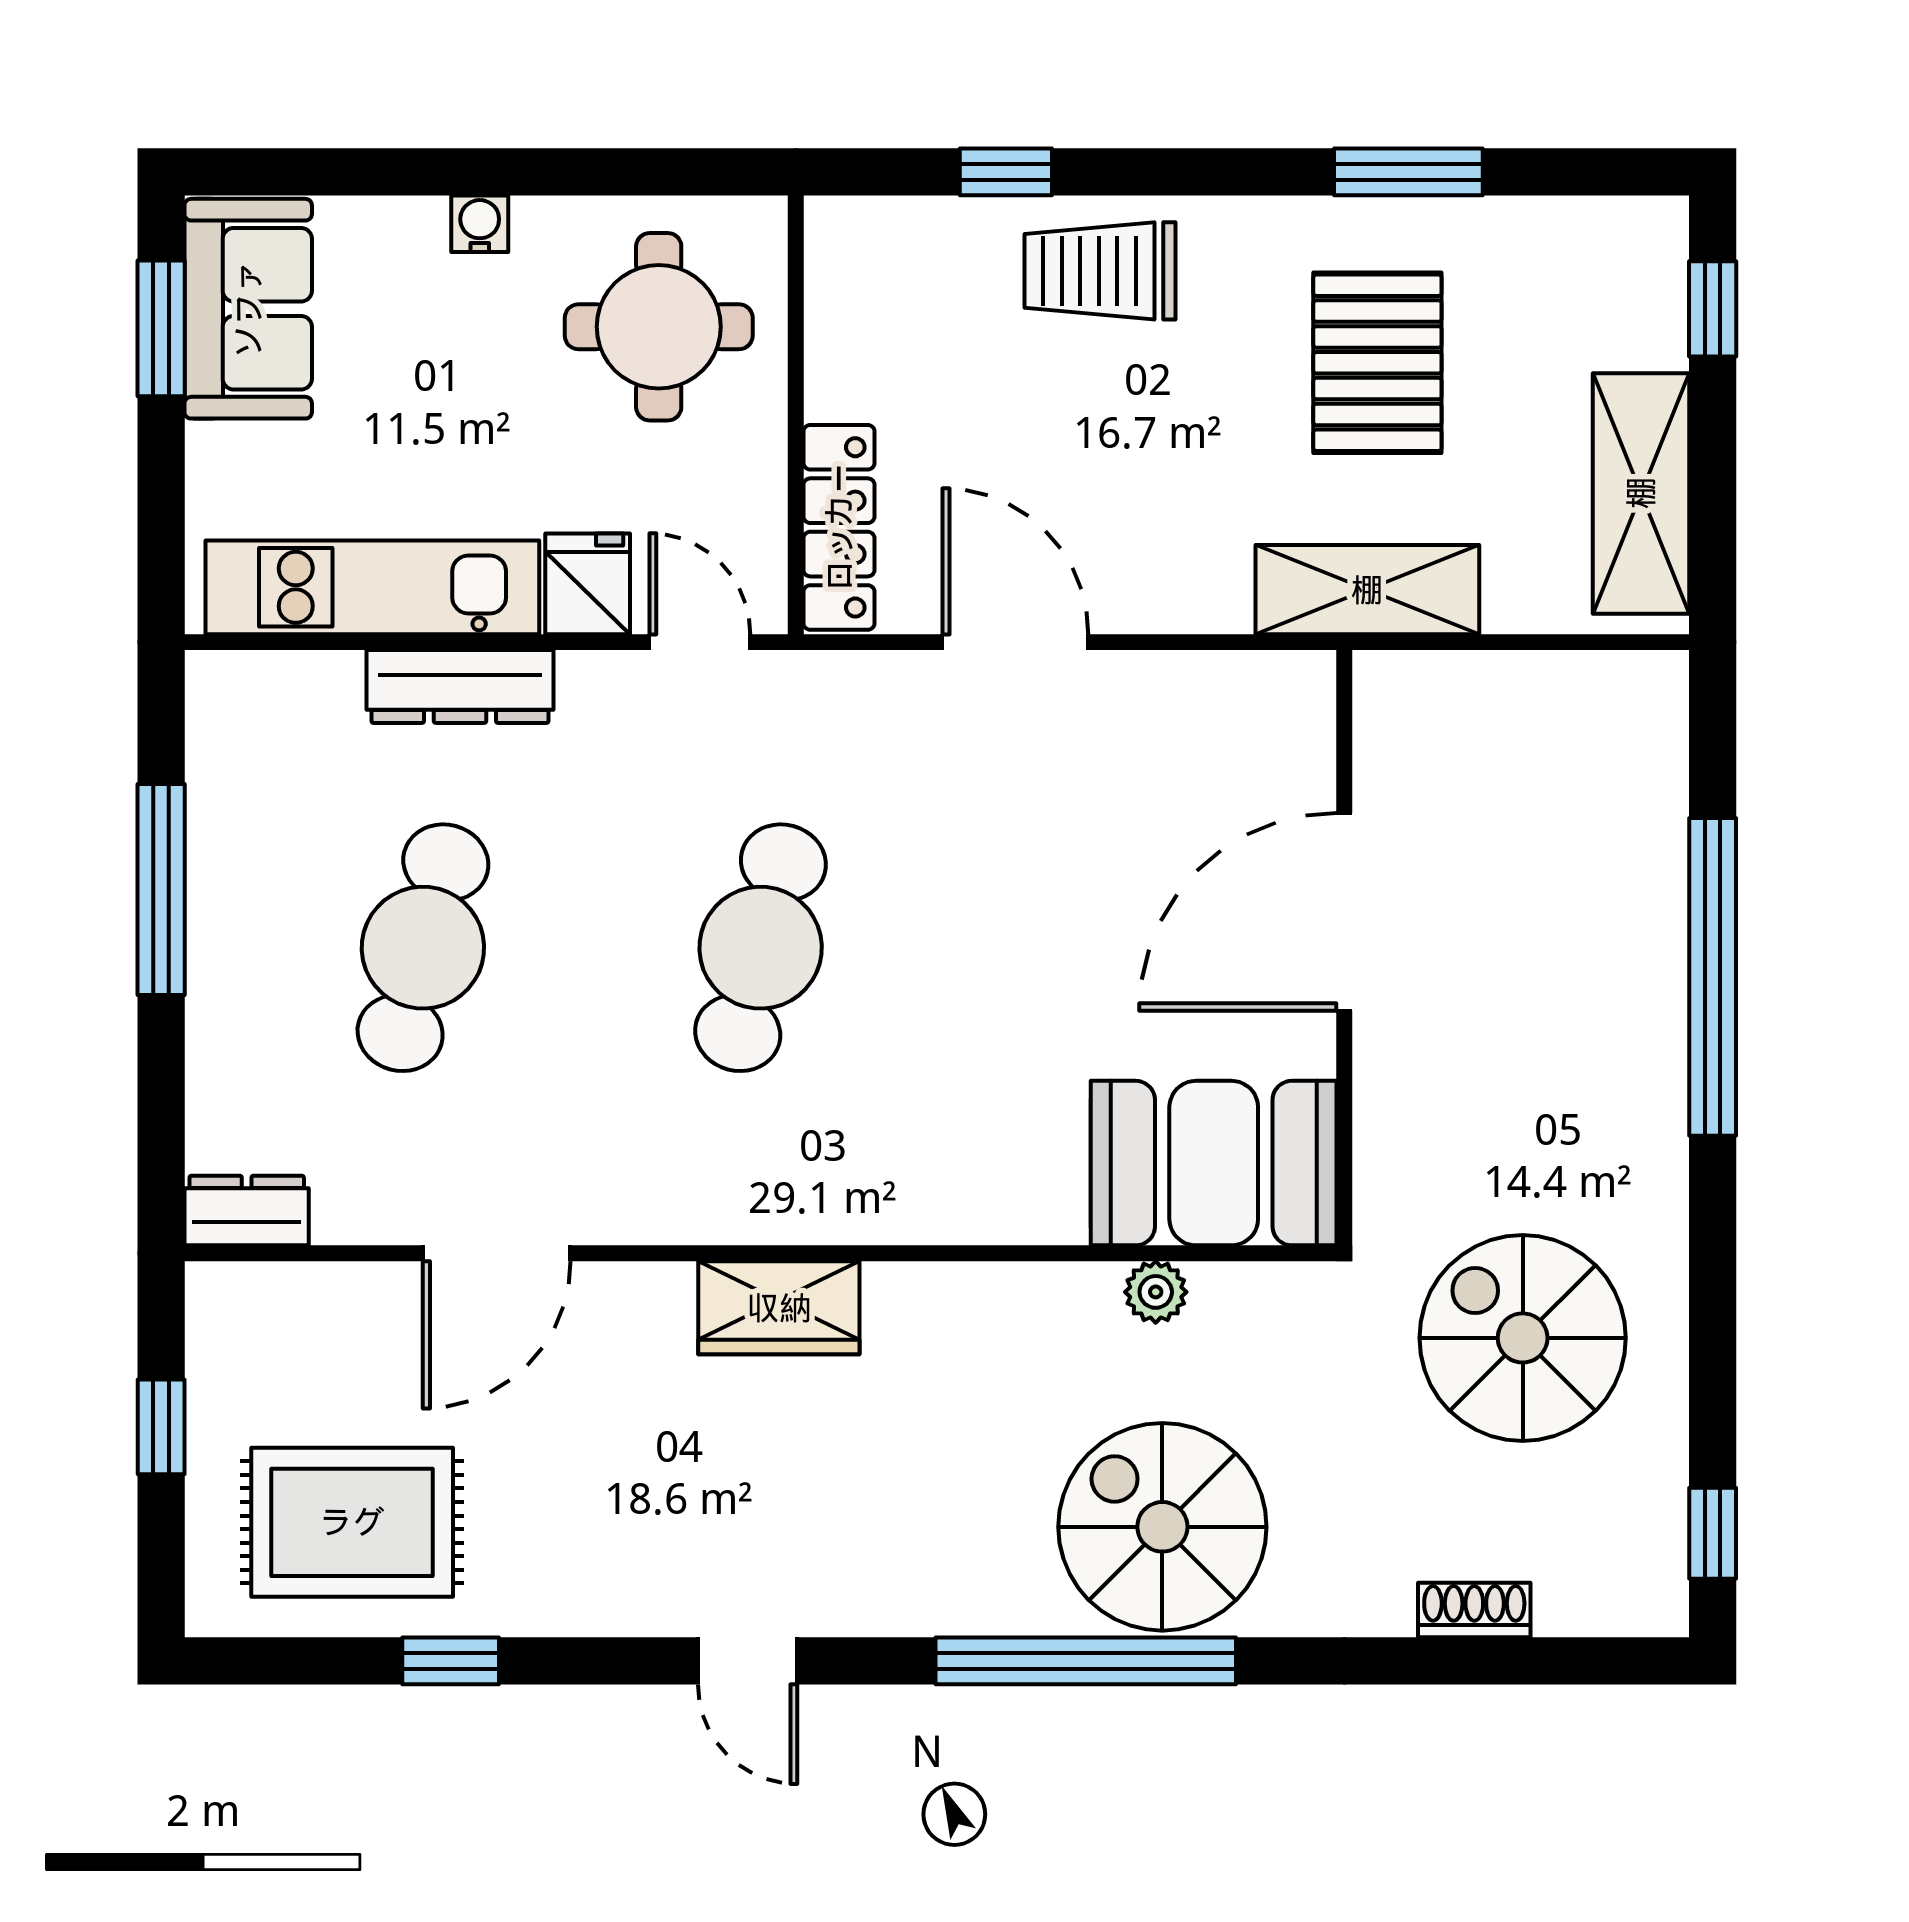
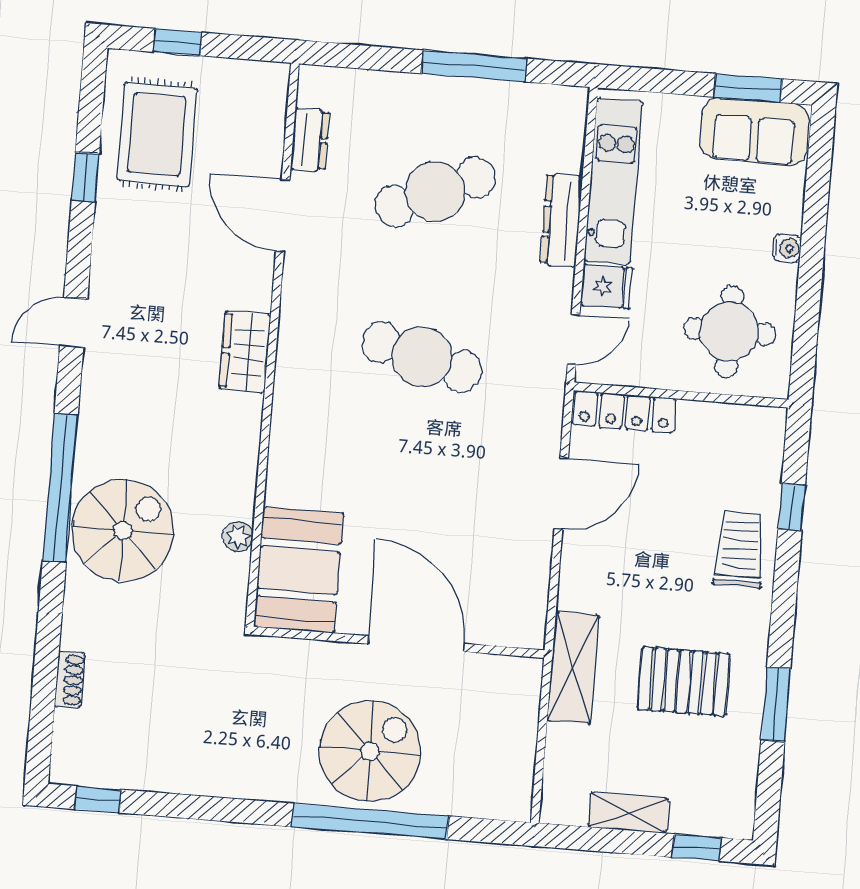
shelving: (1641, 493) -> (628, 813), width x0.67, depth x0.75
cafe table: (423, 948) -> (435, 192), turned -39
dresser: (247, 1211) -> (310, 140), moved
spiral stairs: (1523, 1338) -> (370, 751), moved
window: (161, 1427) -> (178, 42), moved

